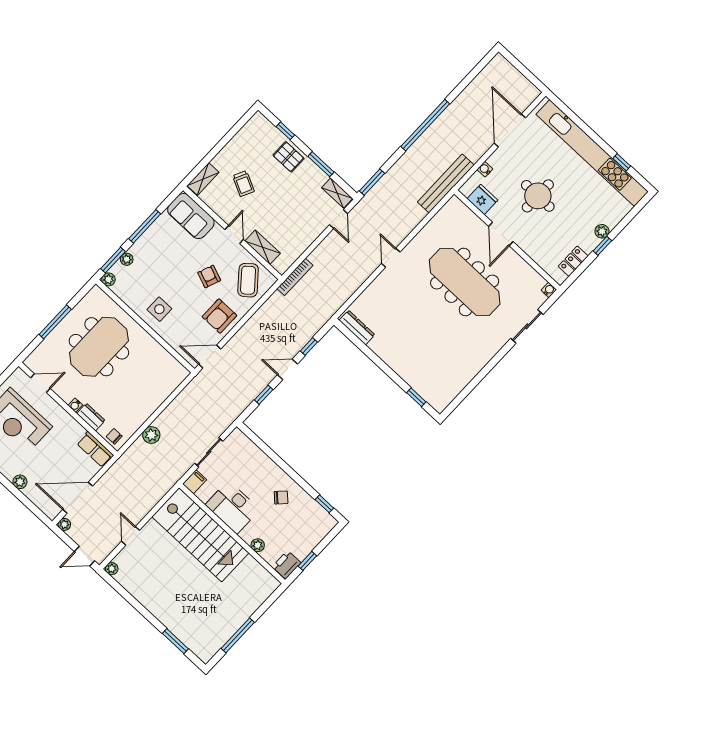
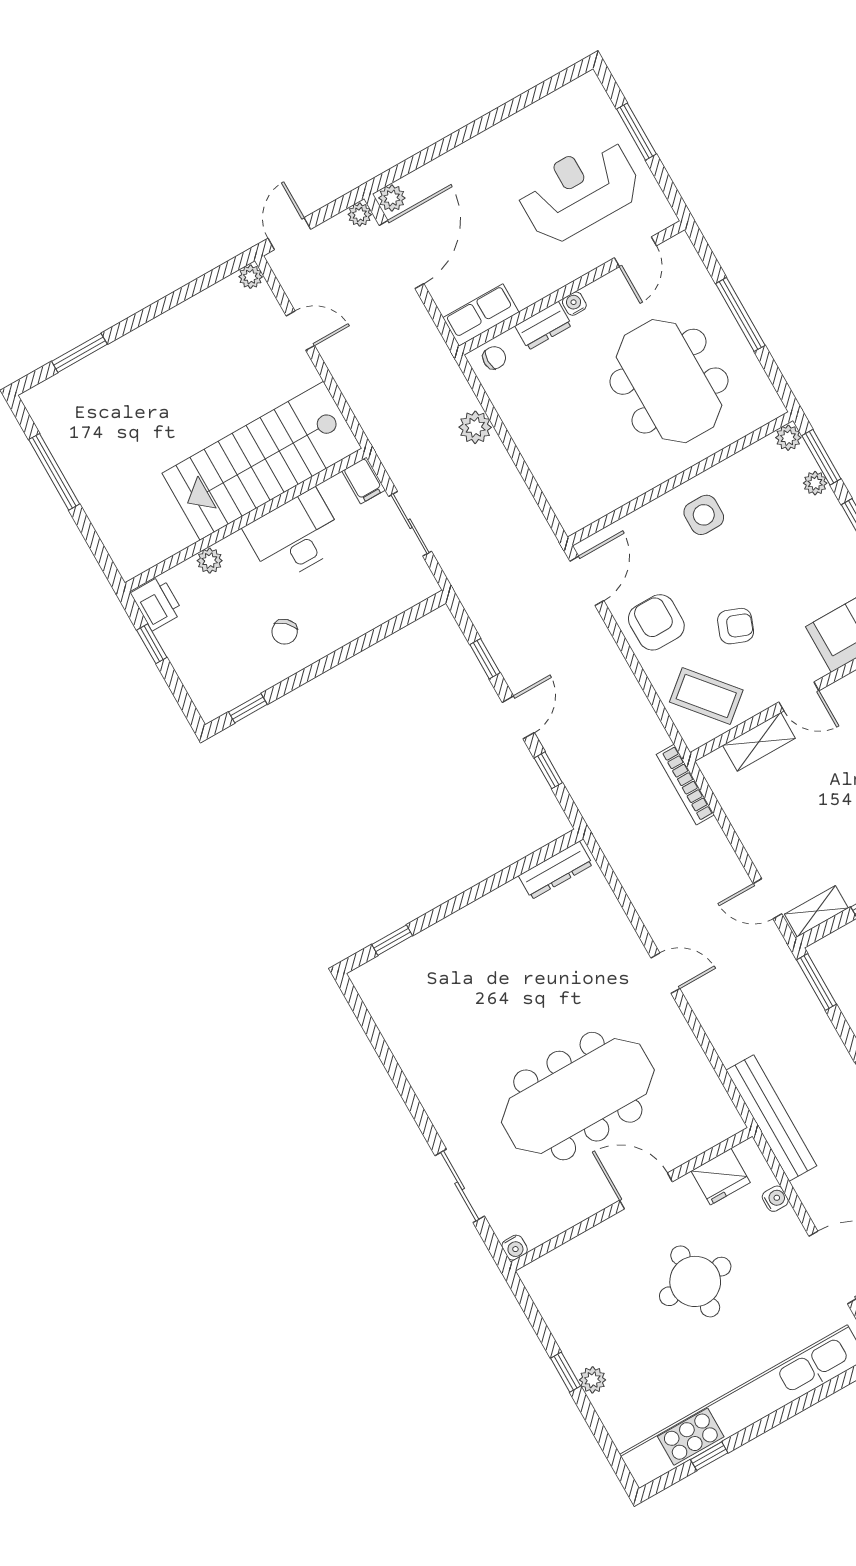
locker: (573, 261) -> (554, 1309), removed
plant: (20, 482) -> (392, 198), moved

